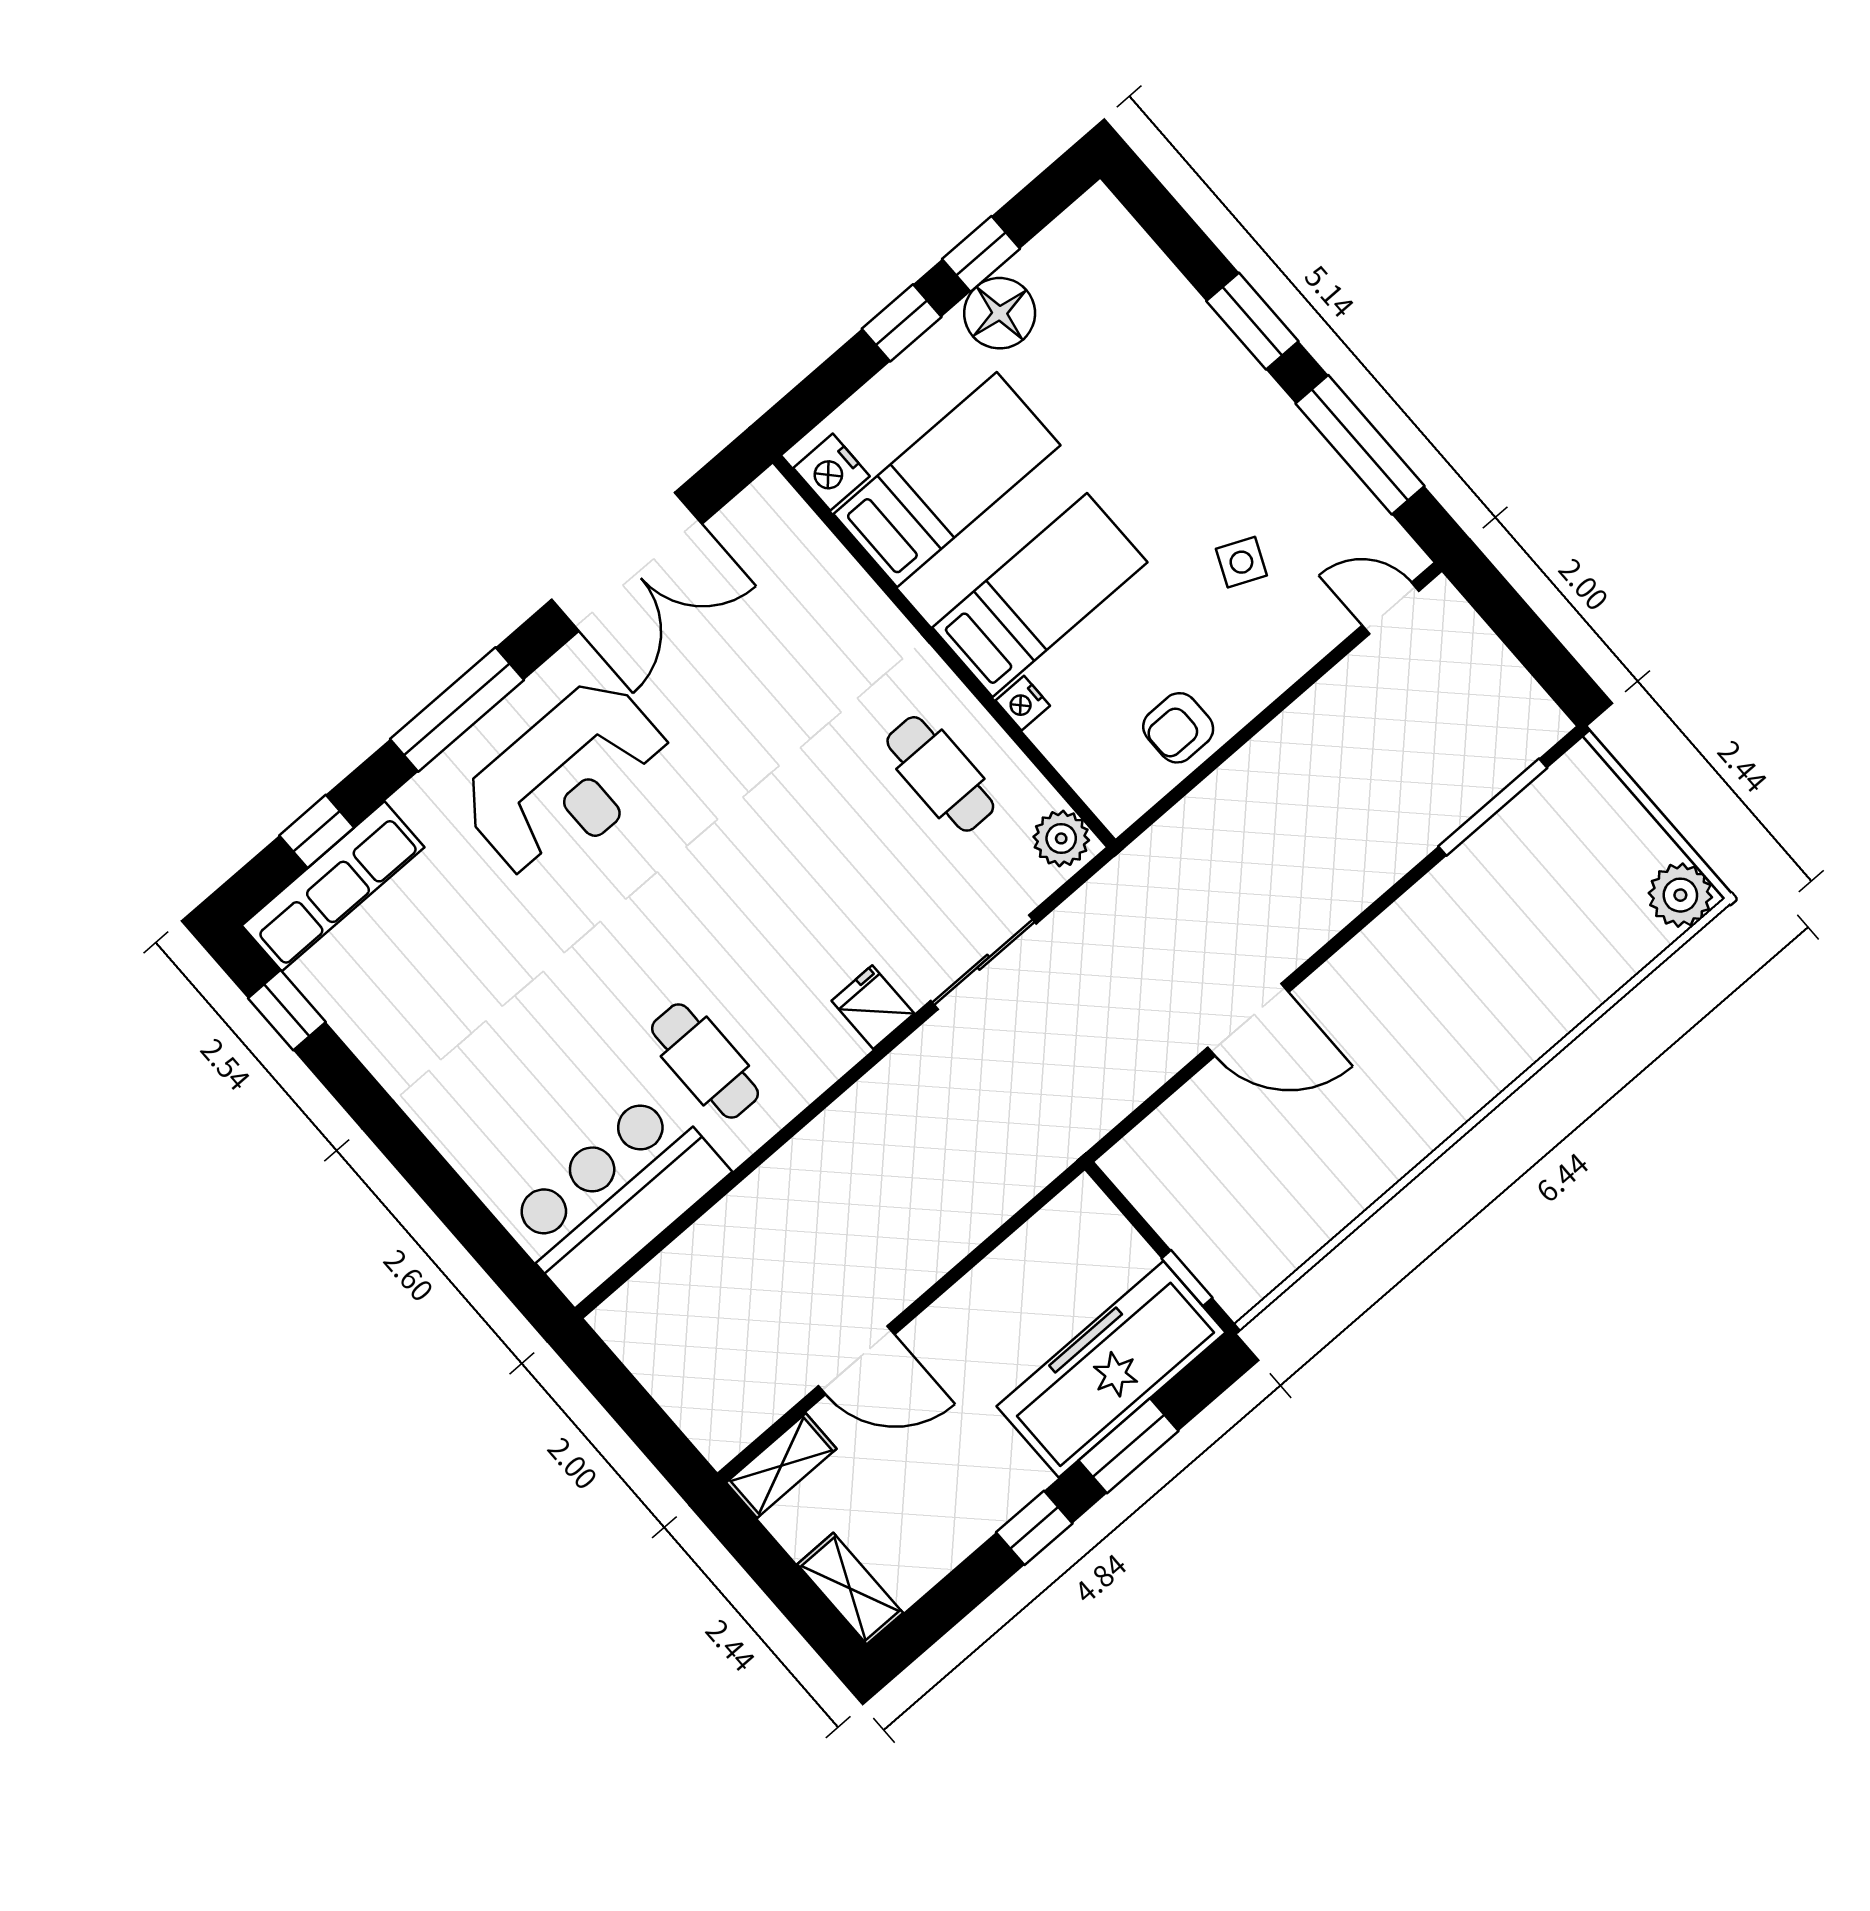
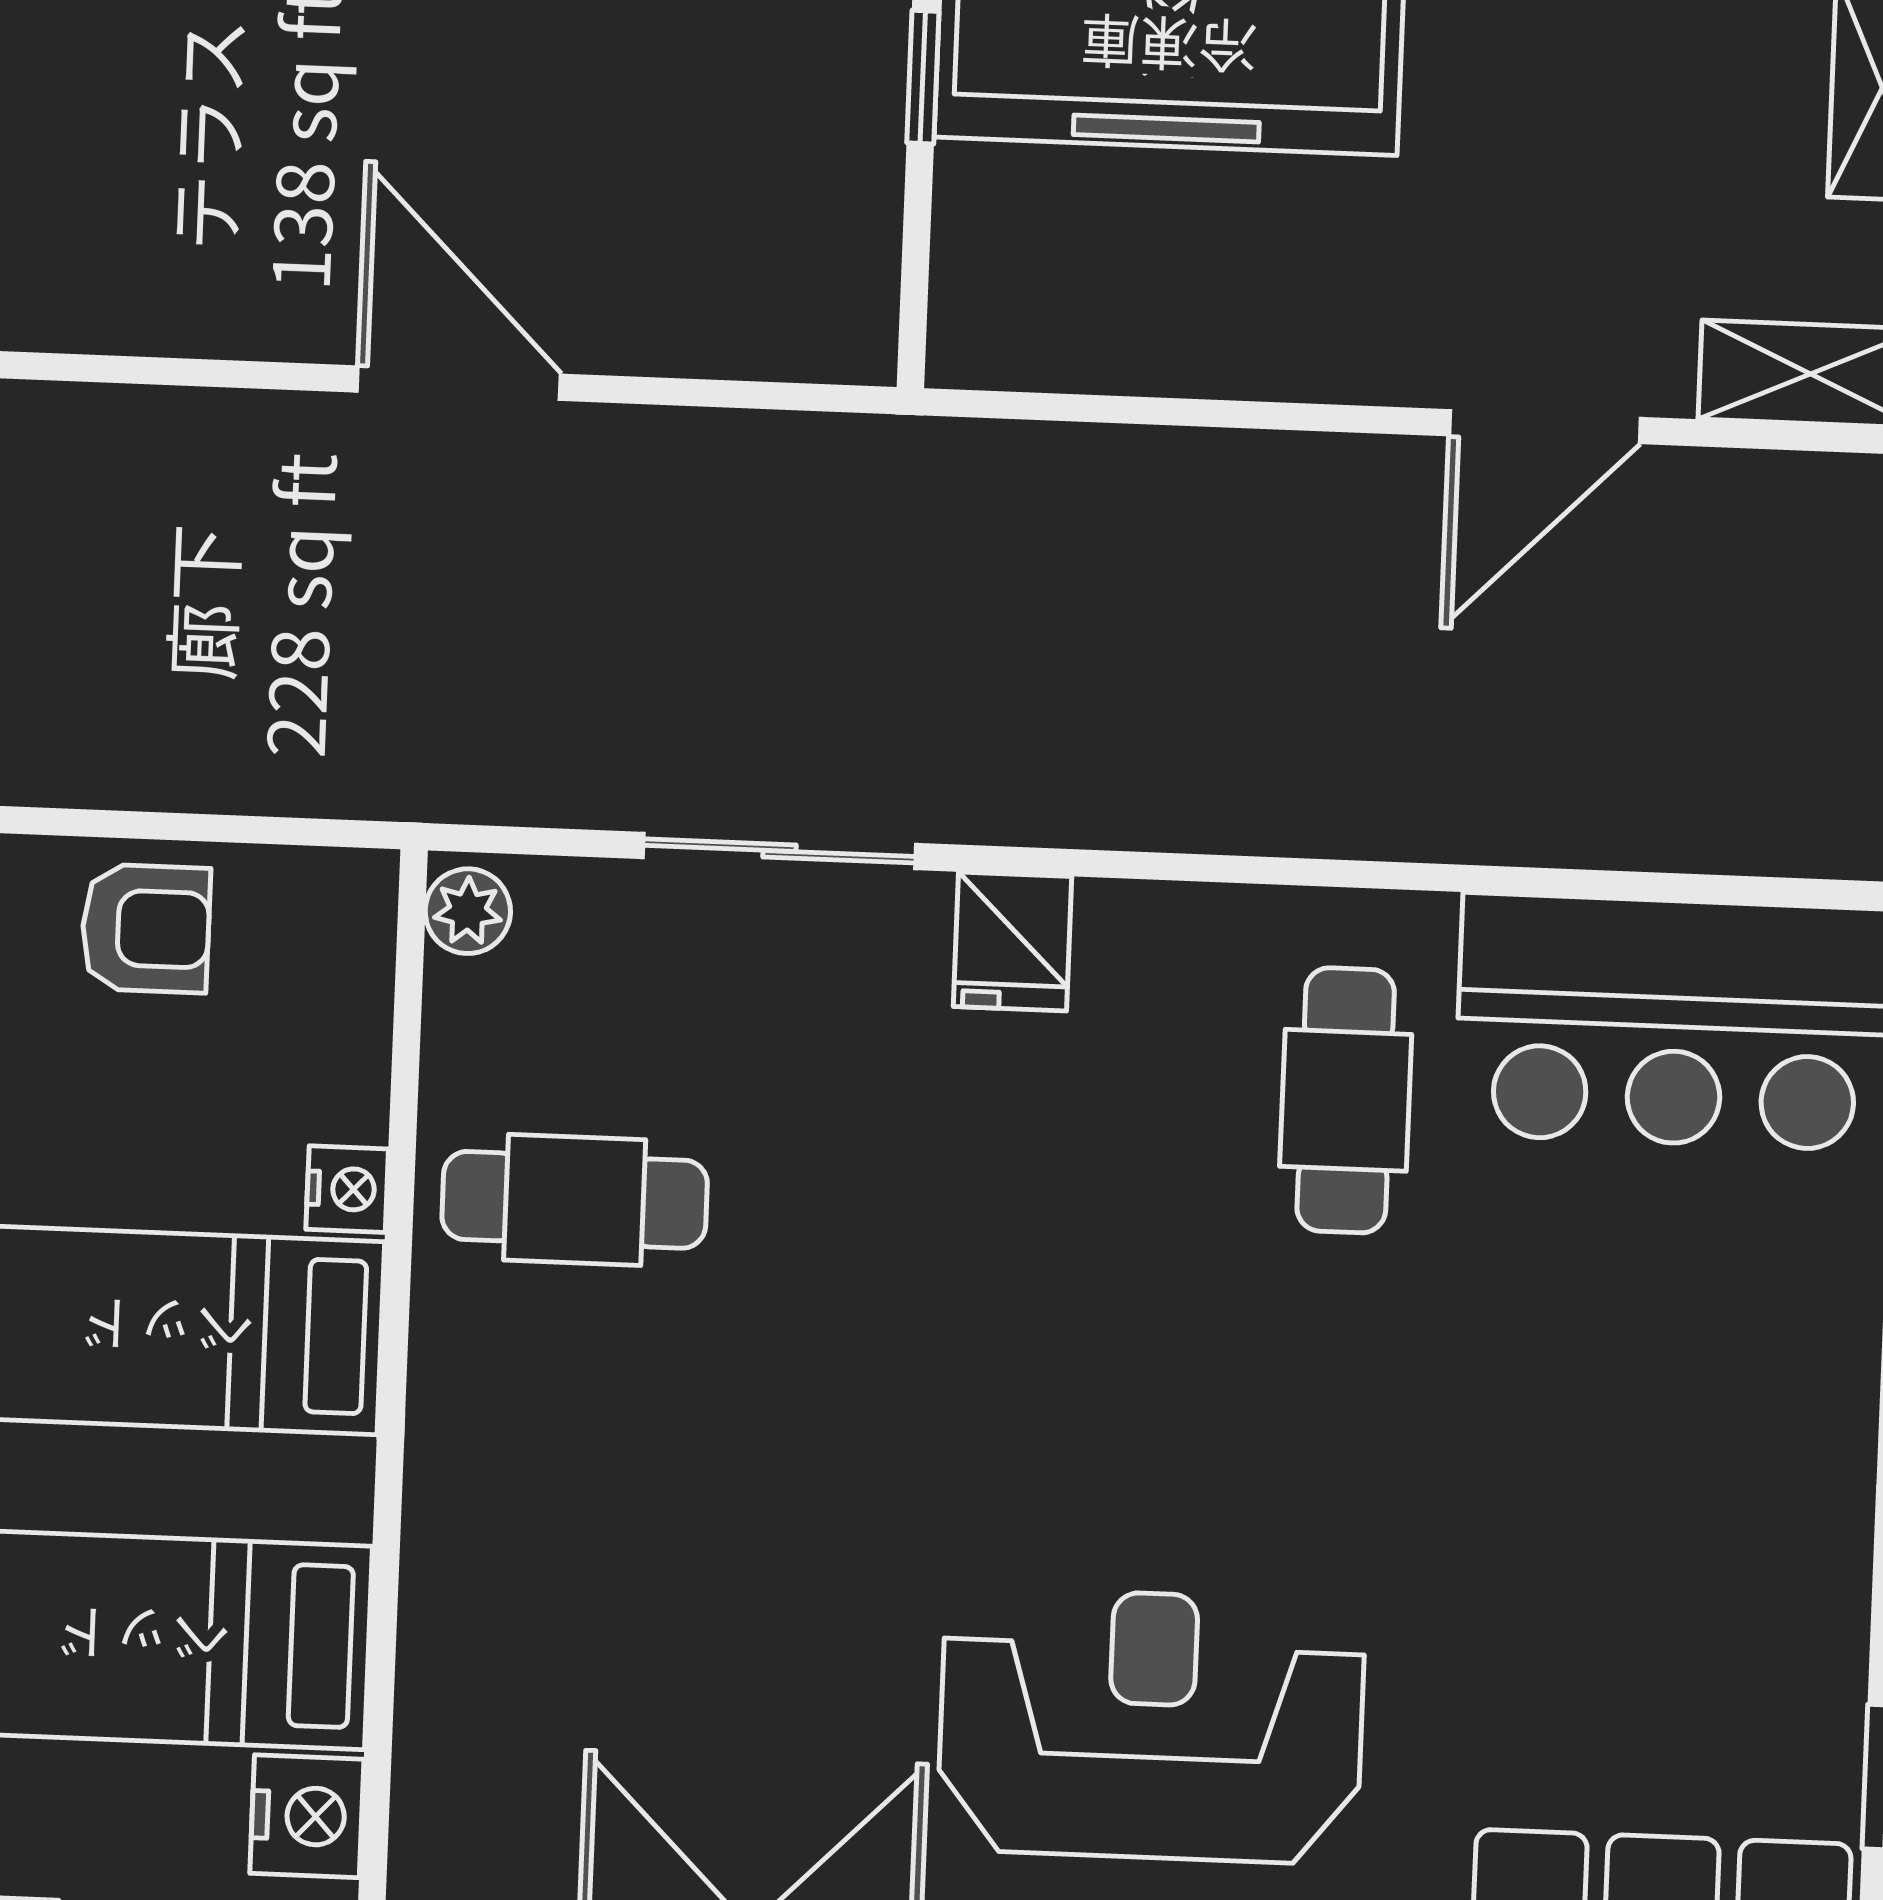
cafe table: (940, 774) -> (575, 1200), turned 90
plant: (1061, 838) -> (468, 911), width x0.73, depth x0.73
door: (856, 1360) -> (1545, 427), swing flipped

